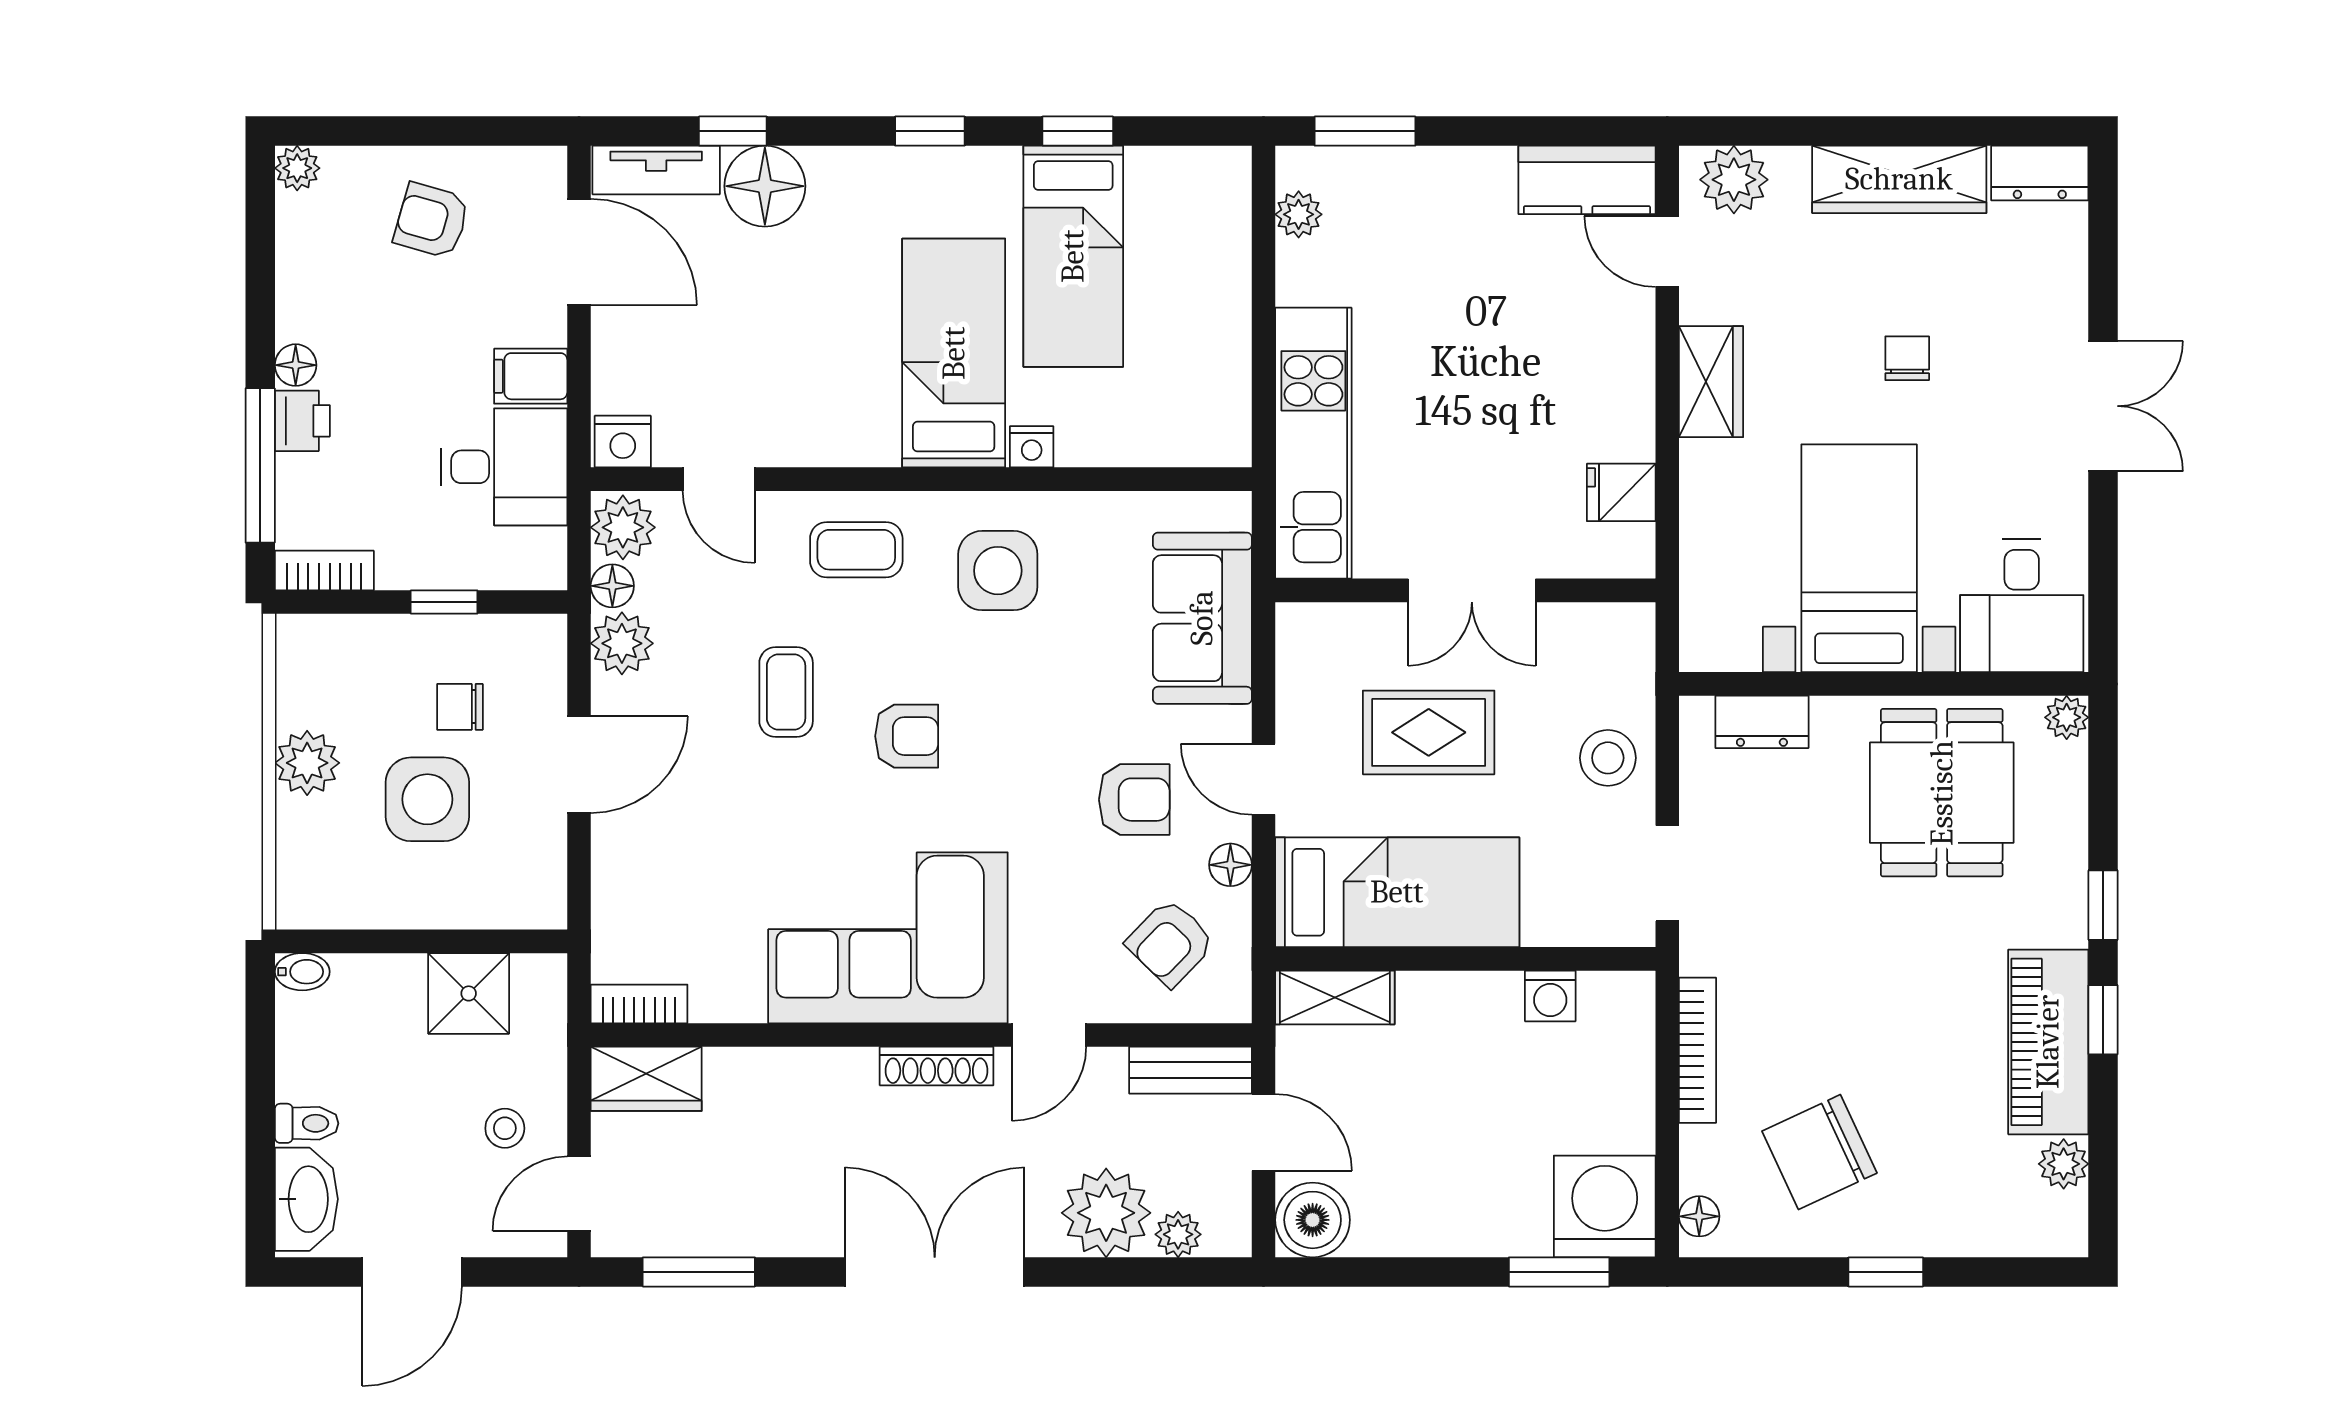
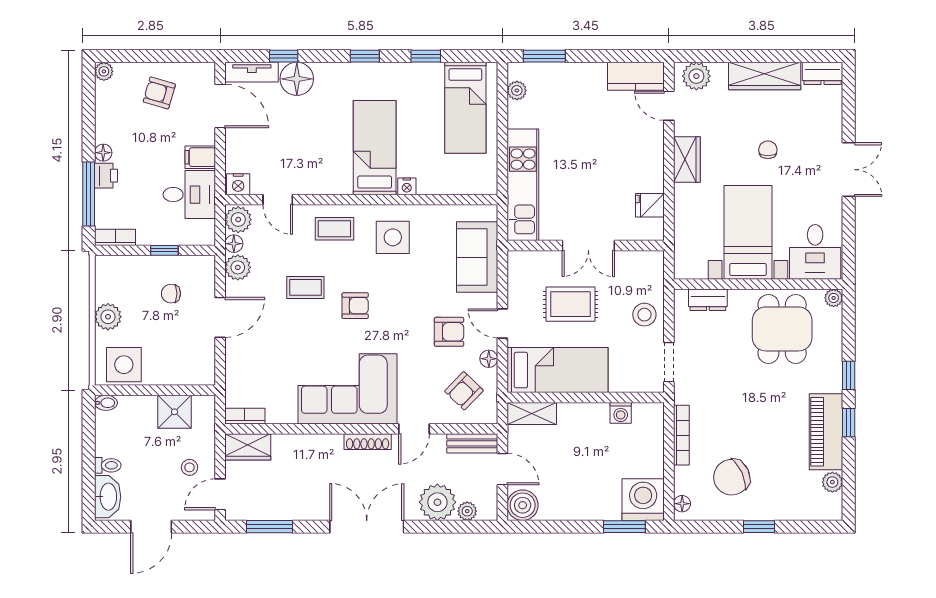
bed: (1073, 256) -> (465, 108), moved
coffee table: (786, 692) -> (305, 287), turned 90
side table: (427, 799) -> (124, 365), moved

